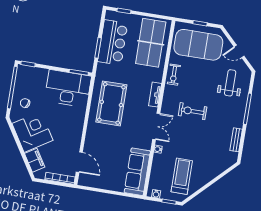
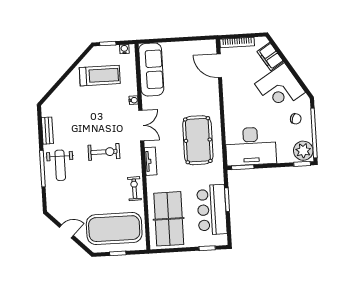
plant: (25, 75) -> (303, 151), added
weight bench: (230, 83) -> (60, 165), moved
double door: (156, 126) -> (141, 126), swing flipped
treadmill: (182, 176) -> (100, 76), turned -90

